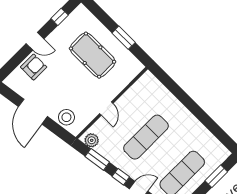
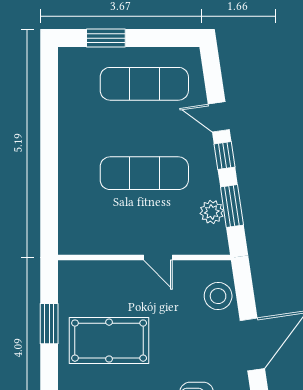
pool table: (93, 55) -> (109, 341), turned 90
door: (106, 109) -> (158, 258), swing flipped
plant: (92, 140) -> (212, 212), moved

